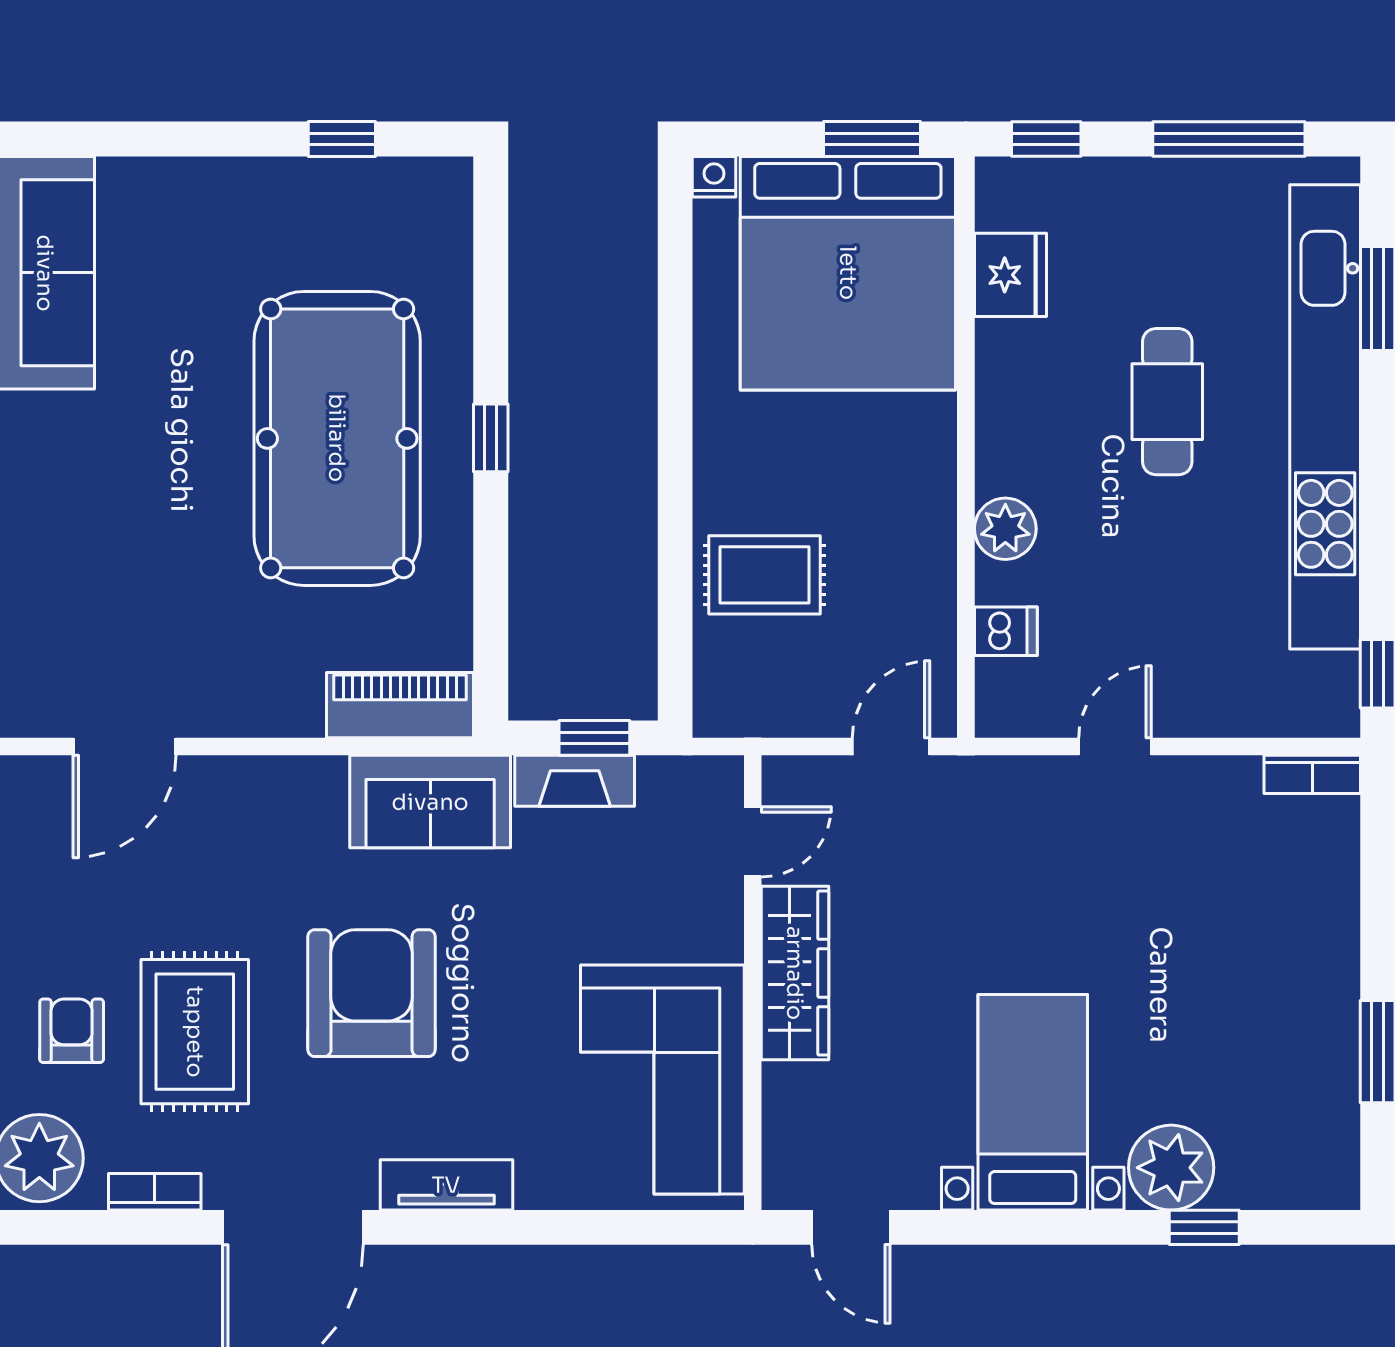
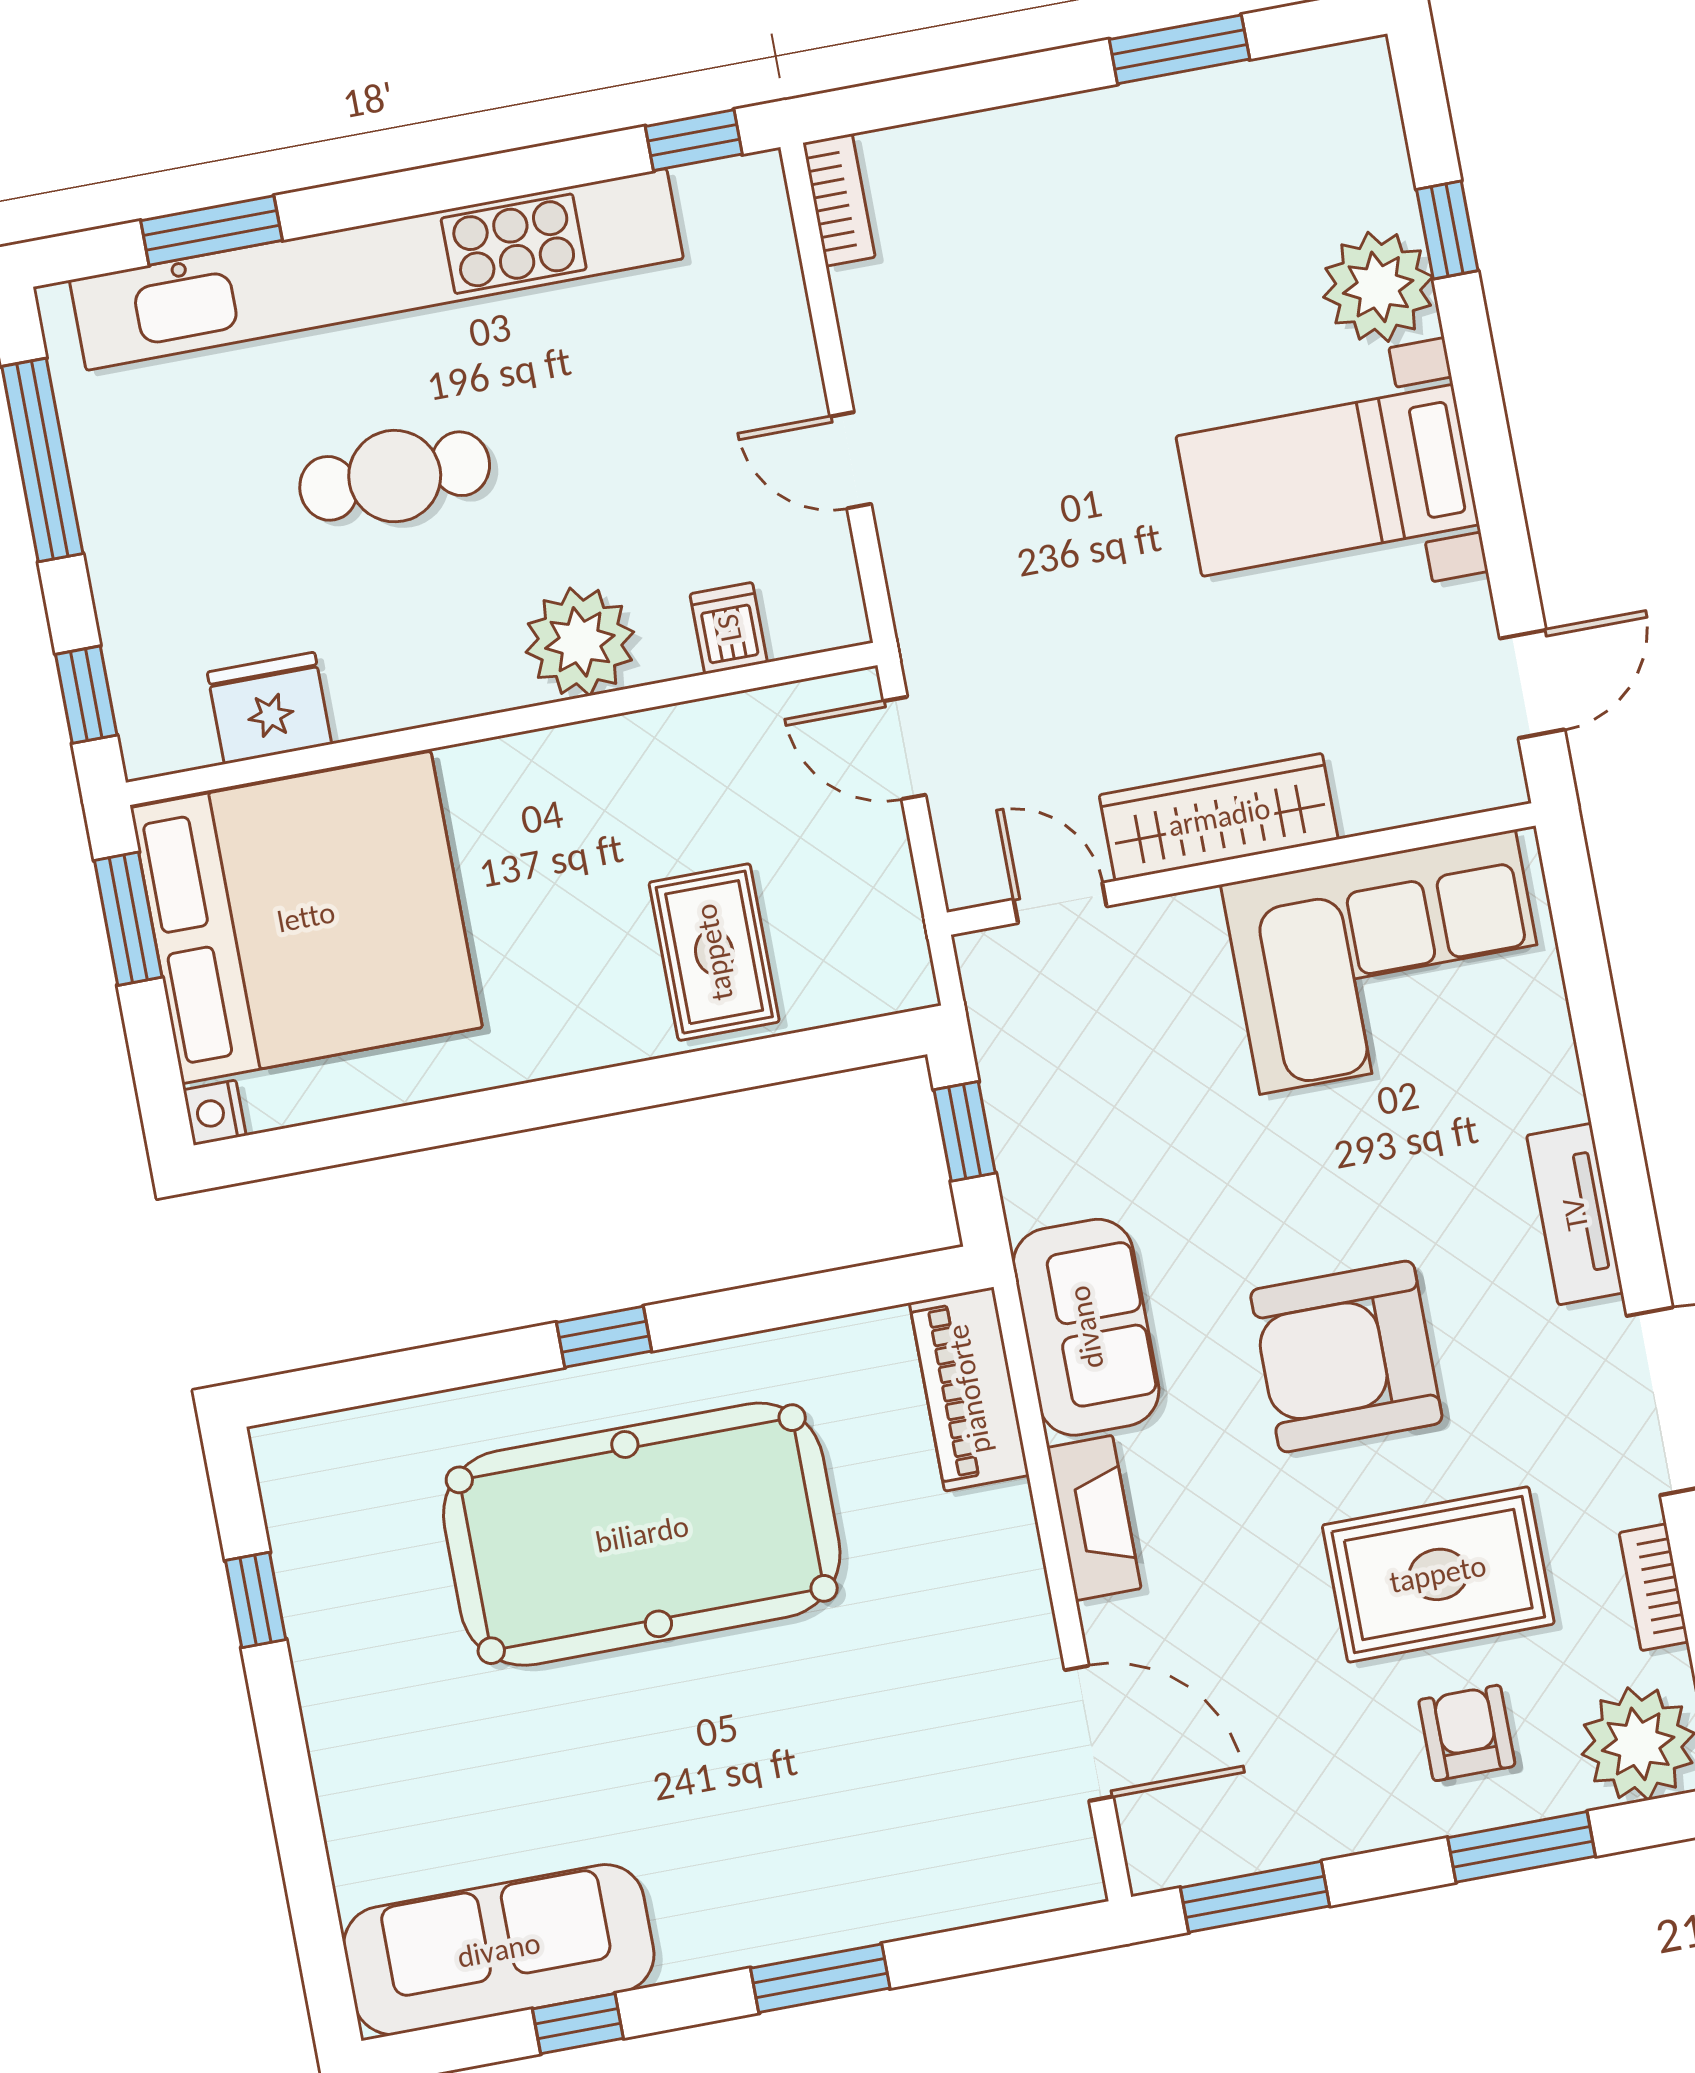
plant: (1005, 529) -> (580, 642), width x1.36, depth x1.36
fireplace: (575, 781) -> (1094, 1518), moved
armchair: (72, 1031) -> (1467, 1733), turned 90

